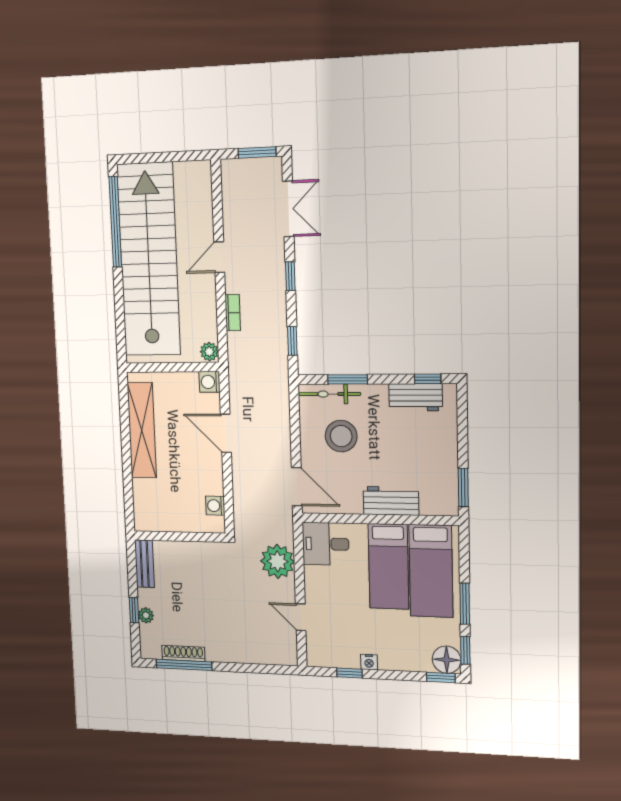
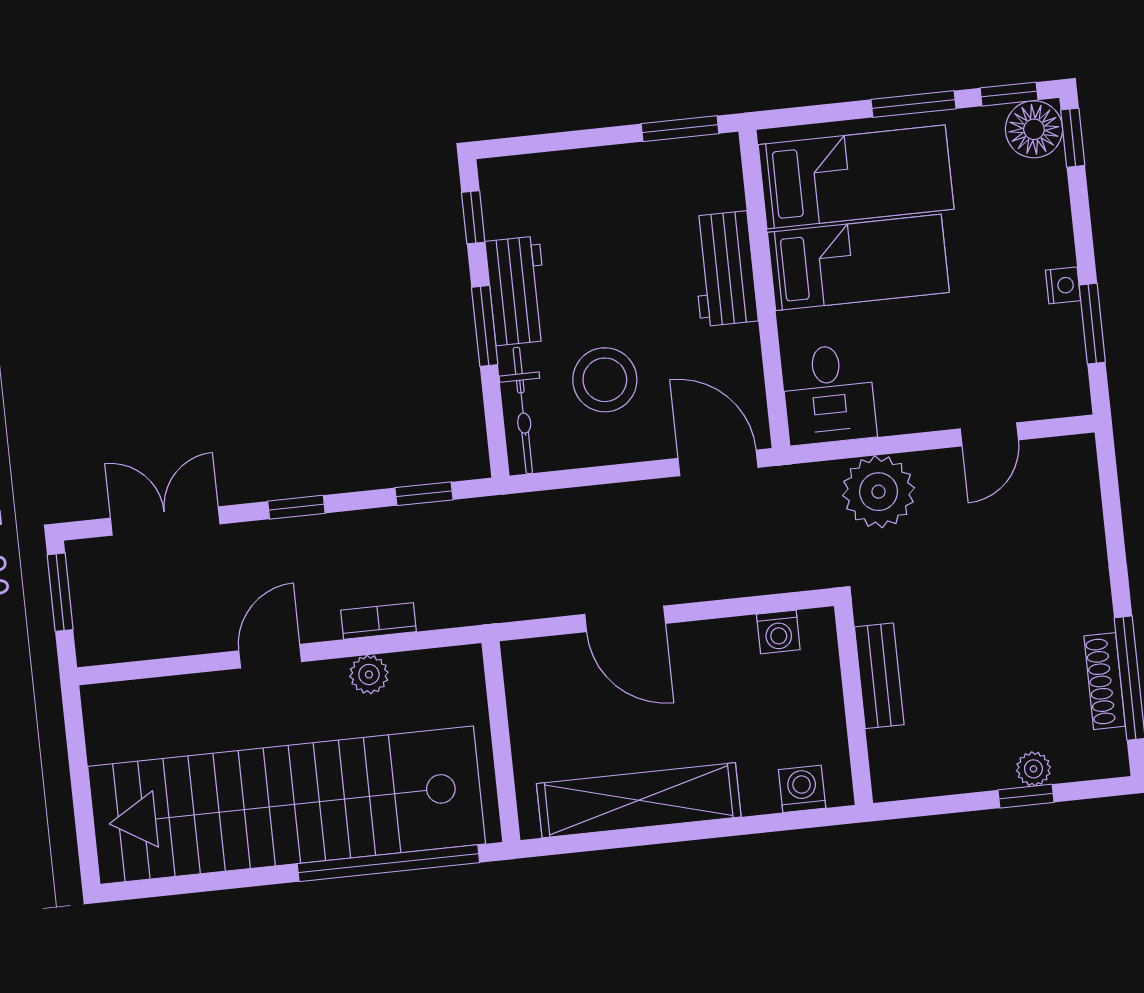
window: (115, 222) -> (388, 863), moved
door: (219, 257) -> (270, 656), swing flipped
plant: (209, 352) -> (369, 674), moved
window: (348, 379) -> (485, 326), moved
washing machine: (210, 382) -> (802, 789), moved, turned 180
workbench: (416, 397) -> (517, 291), moved
door: (226, 433) -> (625, 619), hinge flipped
door: (297, 487) -> (718, 463), hinge flipped
bench: (145, 564) -> (879, 676), moved, turned 90
window: (350, 673) -> (1092, 324), width x1.50

